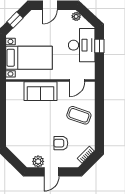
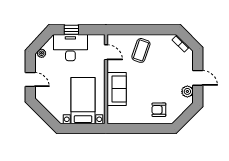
window: (15, 20) -> (45, 115), removed
armchair: (61, 143) -> (159, 110), moved, turned 90

